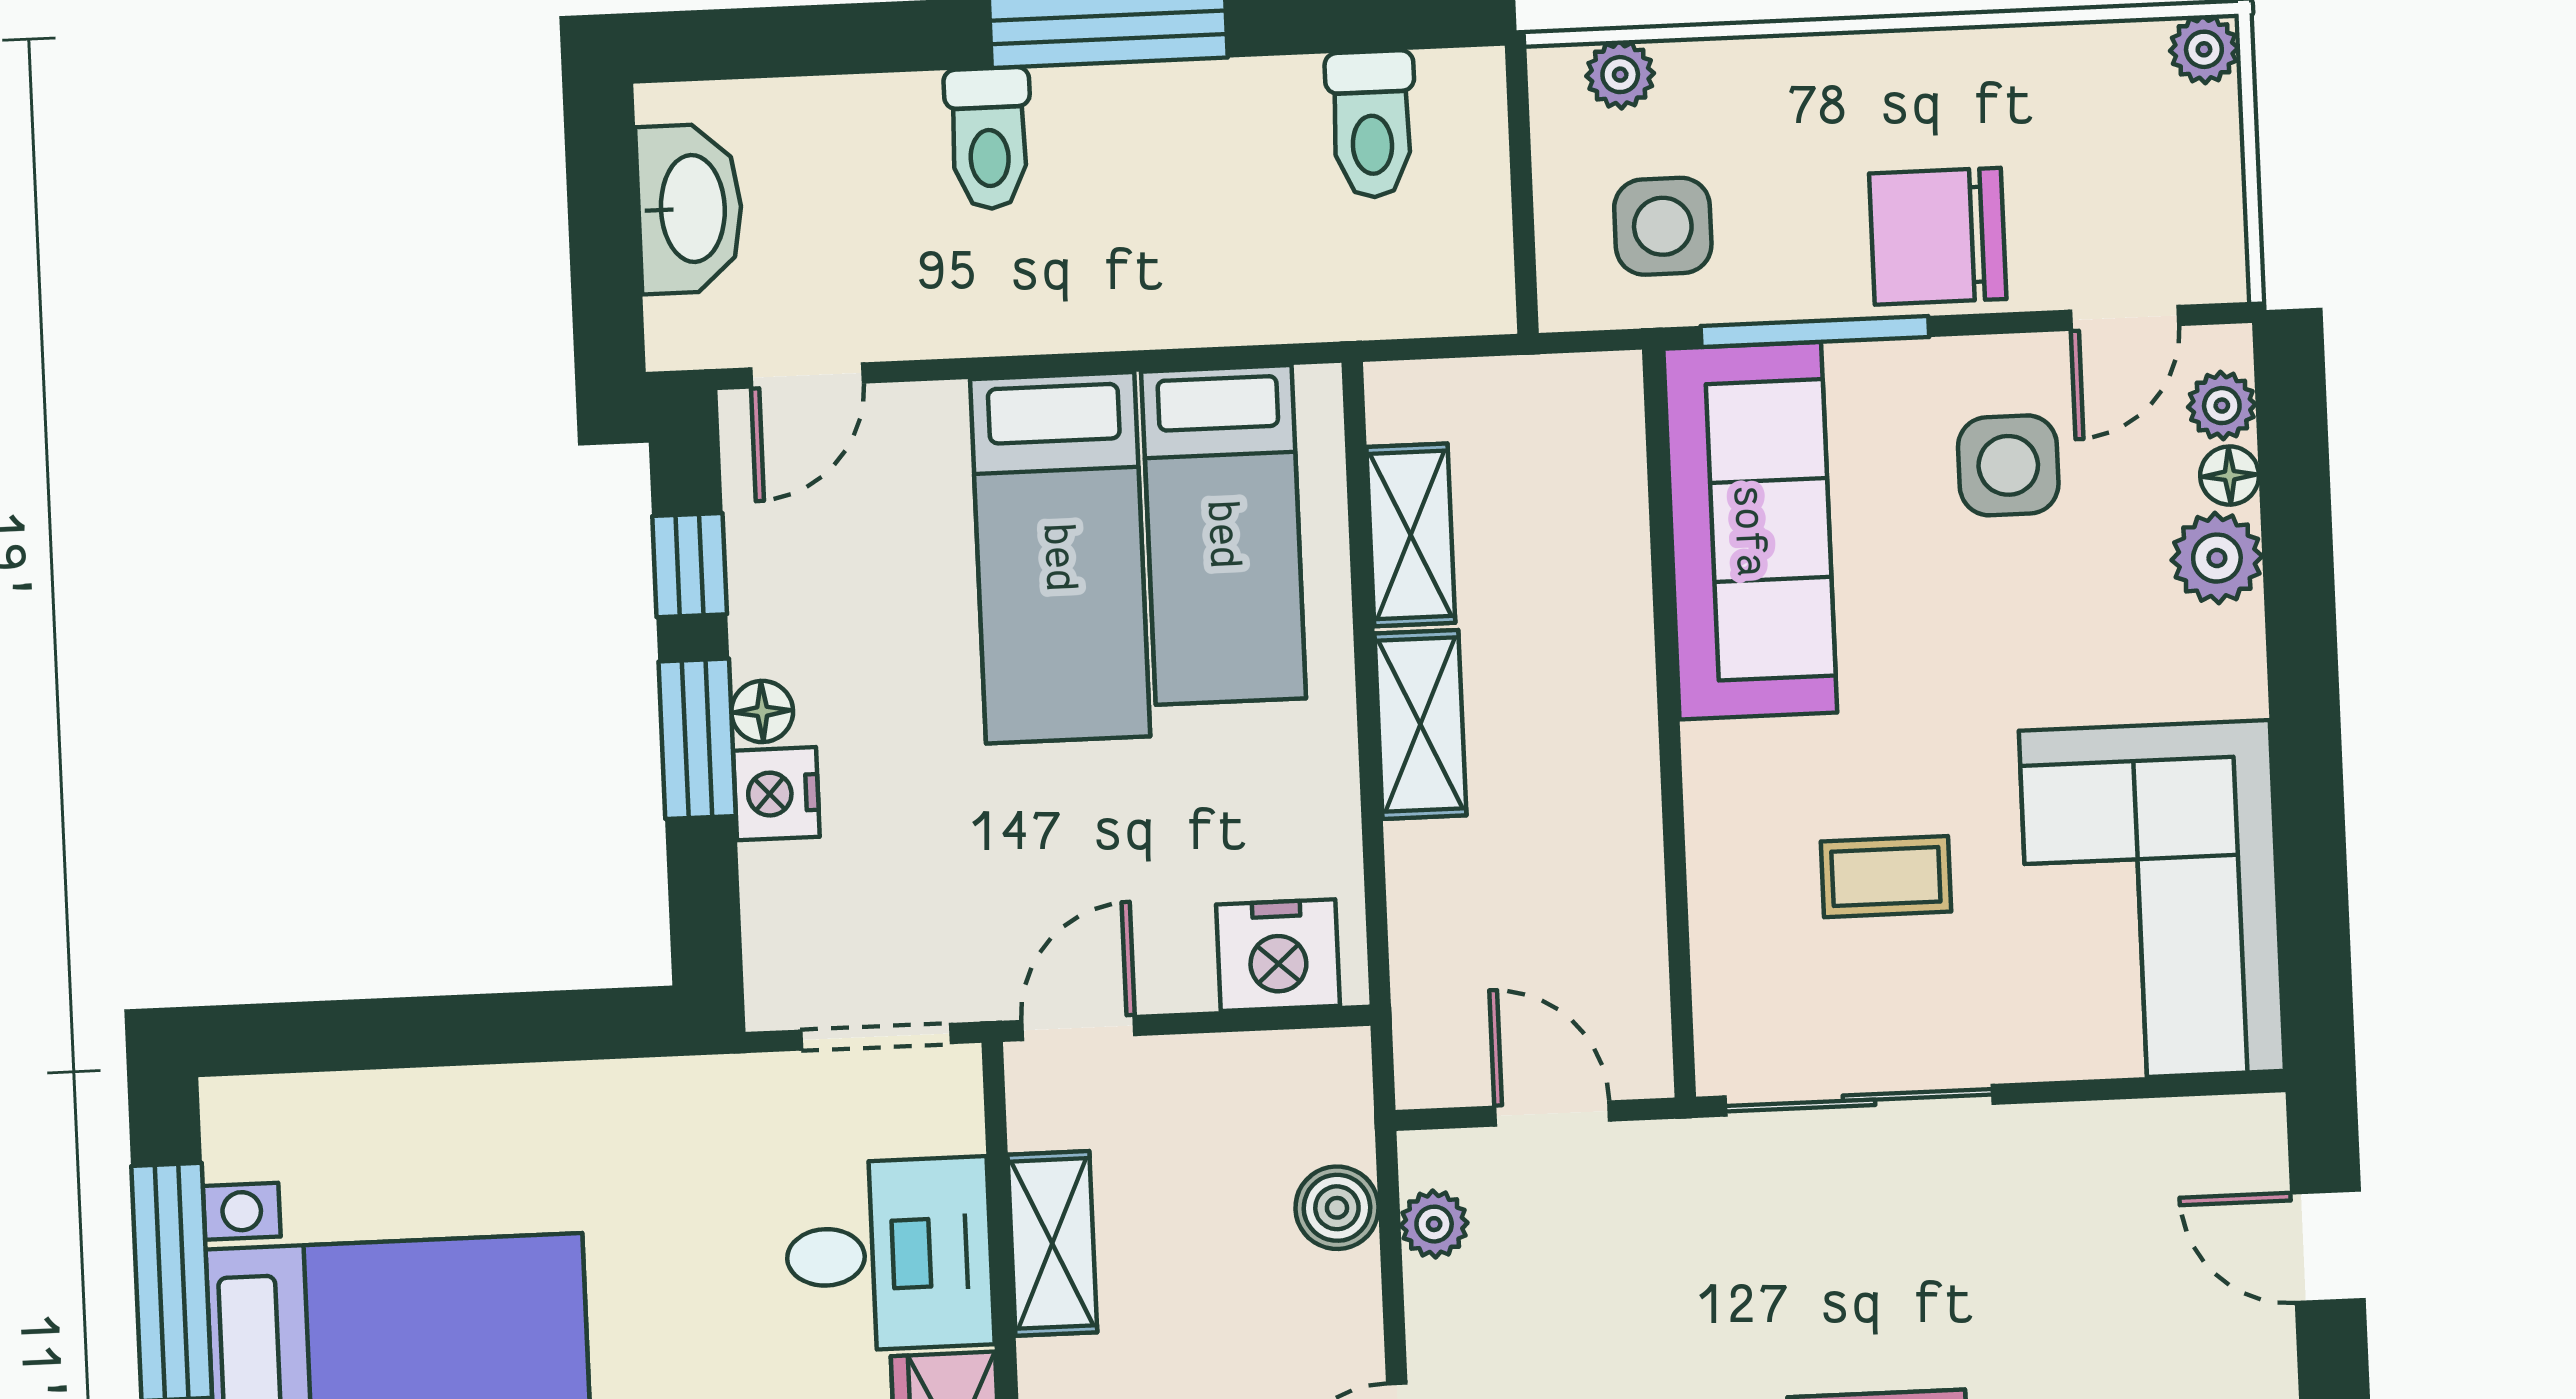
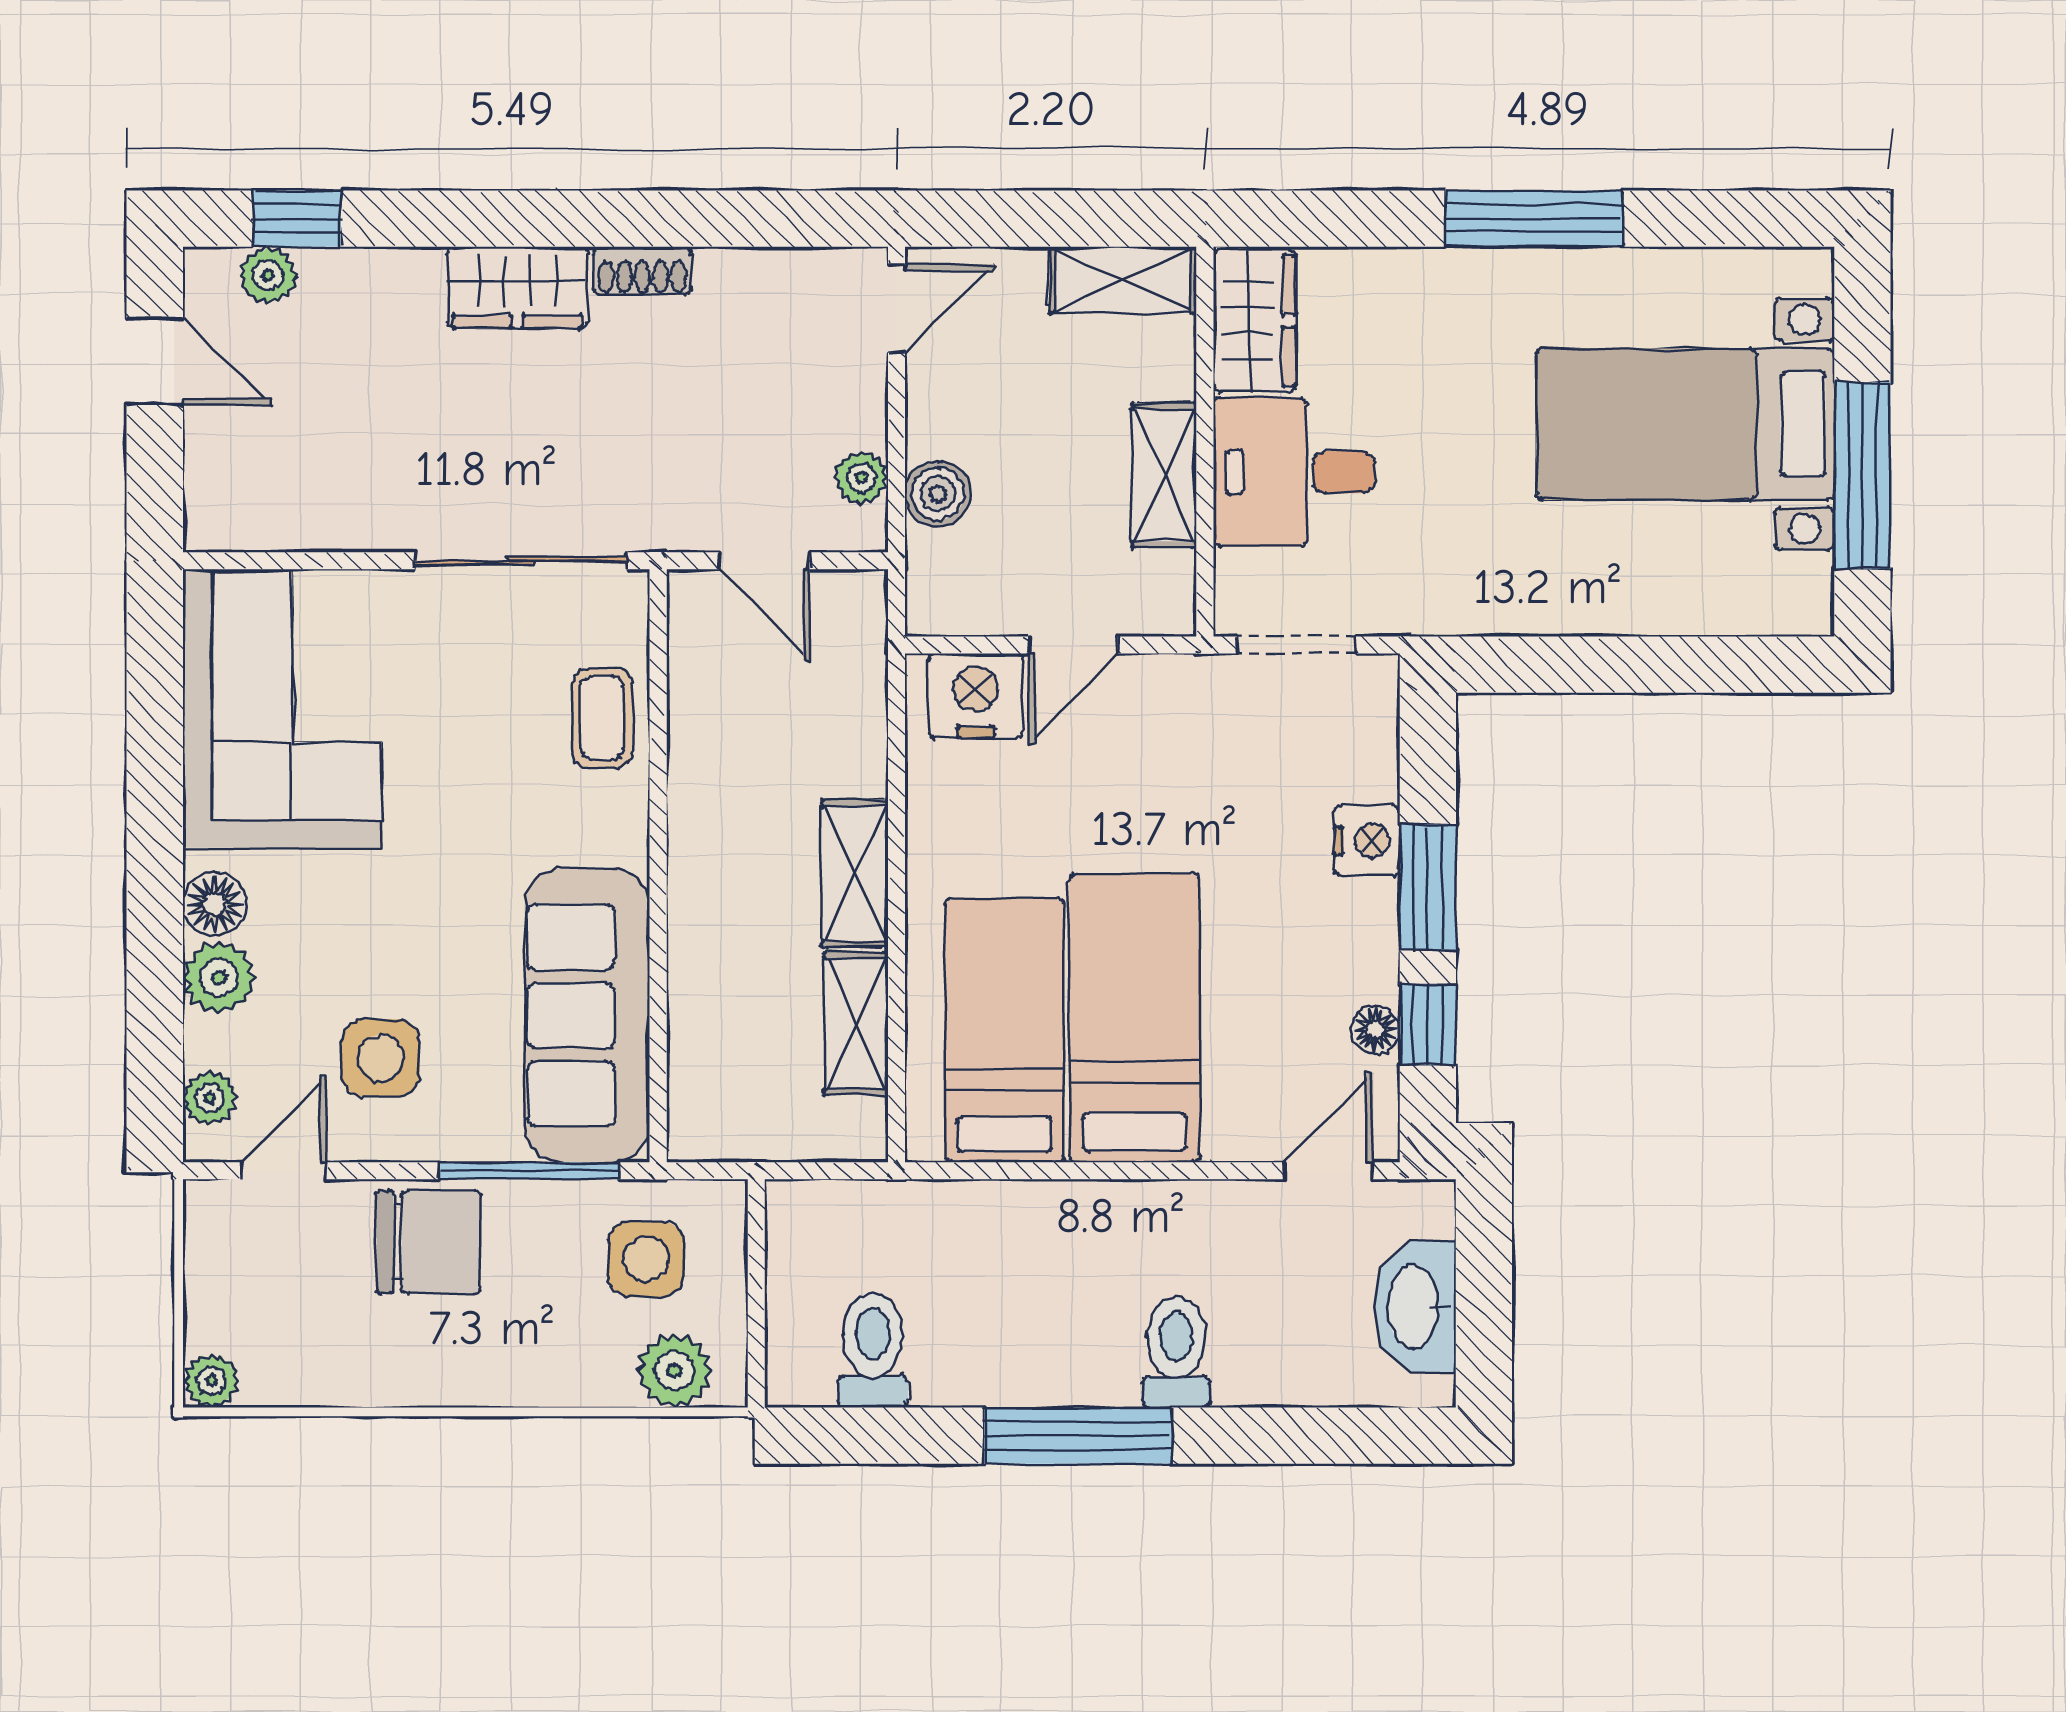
plant: (1620, 75) -> (674, 1371), width x1.38, depth x1.38
floor lamp: (2230, 476) -> (215, 904), moved, width x1.37, depth x1.37
floor lamp: (762, 711) -> (1375, 1030), moved
coffee table: (1886, 877) -> (602, 718), moved, turned 90
door: (1078, 1028) -> (1073, 645), moved
door: (2328, 1246) -> (155, 361), moved

